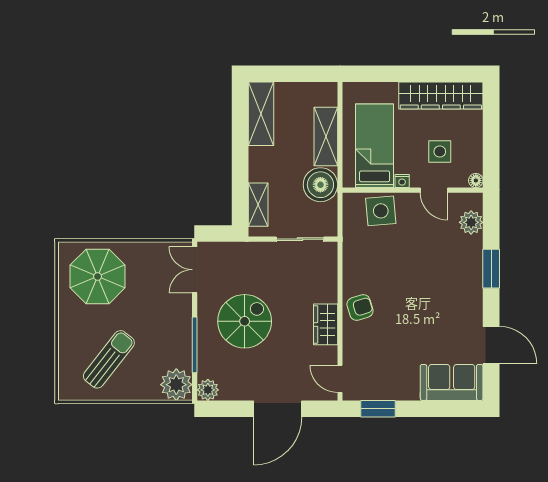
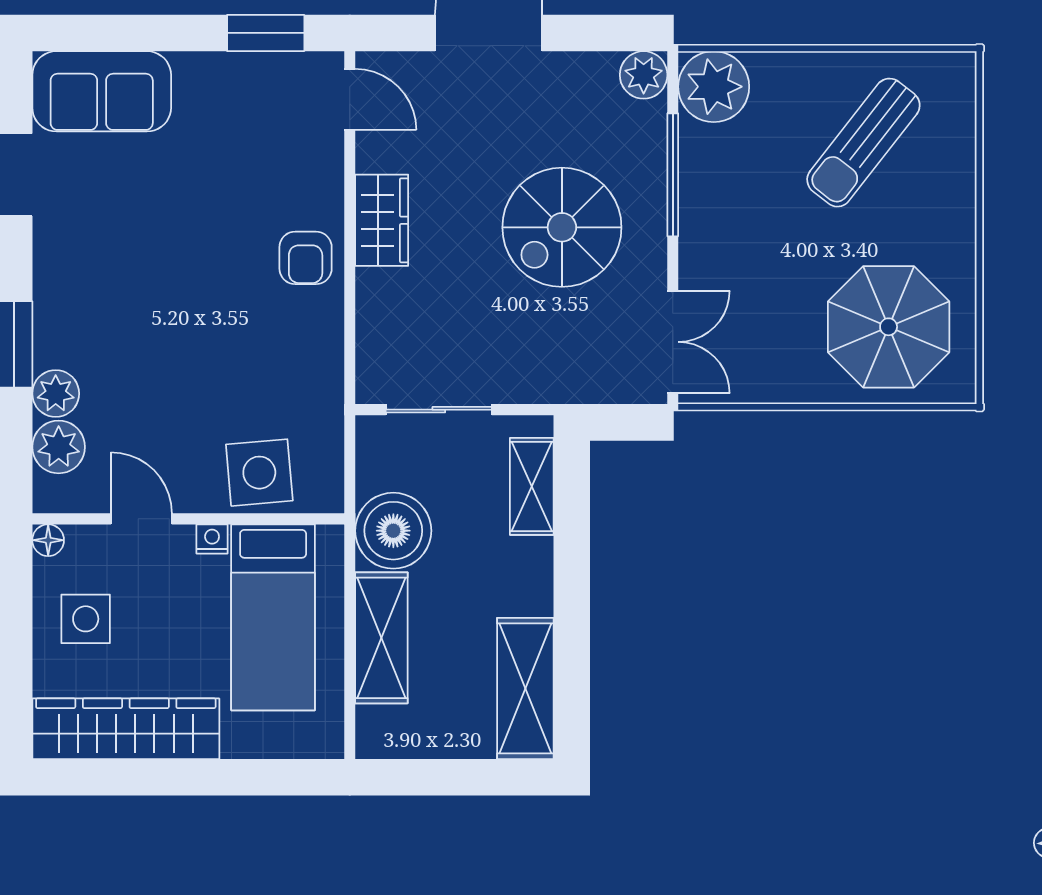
side table: (440, 152) -> (86, 619), moved
plant: (472, 246) -> (56, 394), added
armchair: (360, 308) -> (306, 258), turned -73

